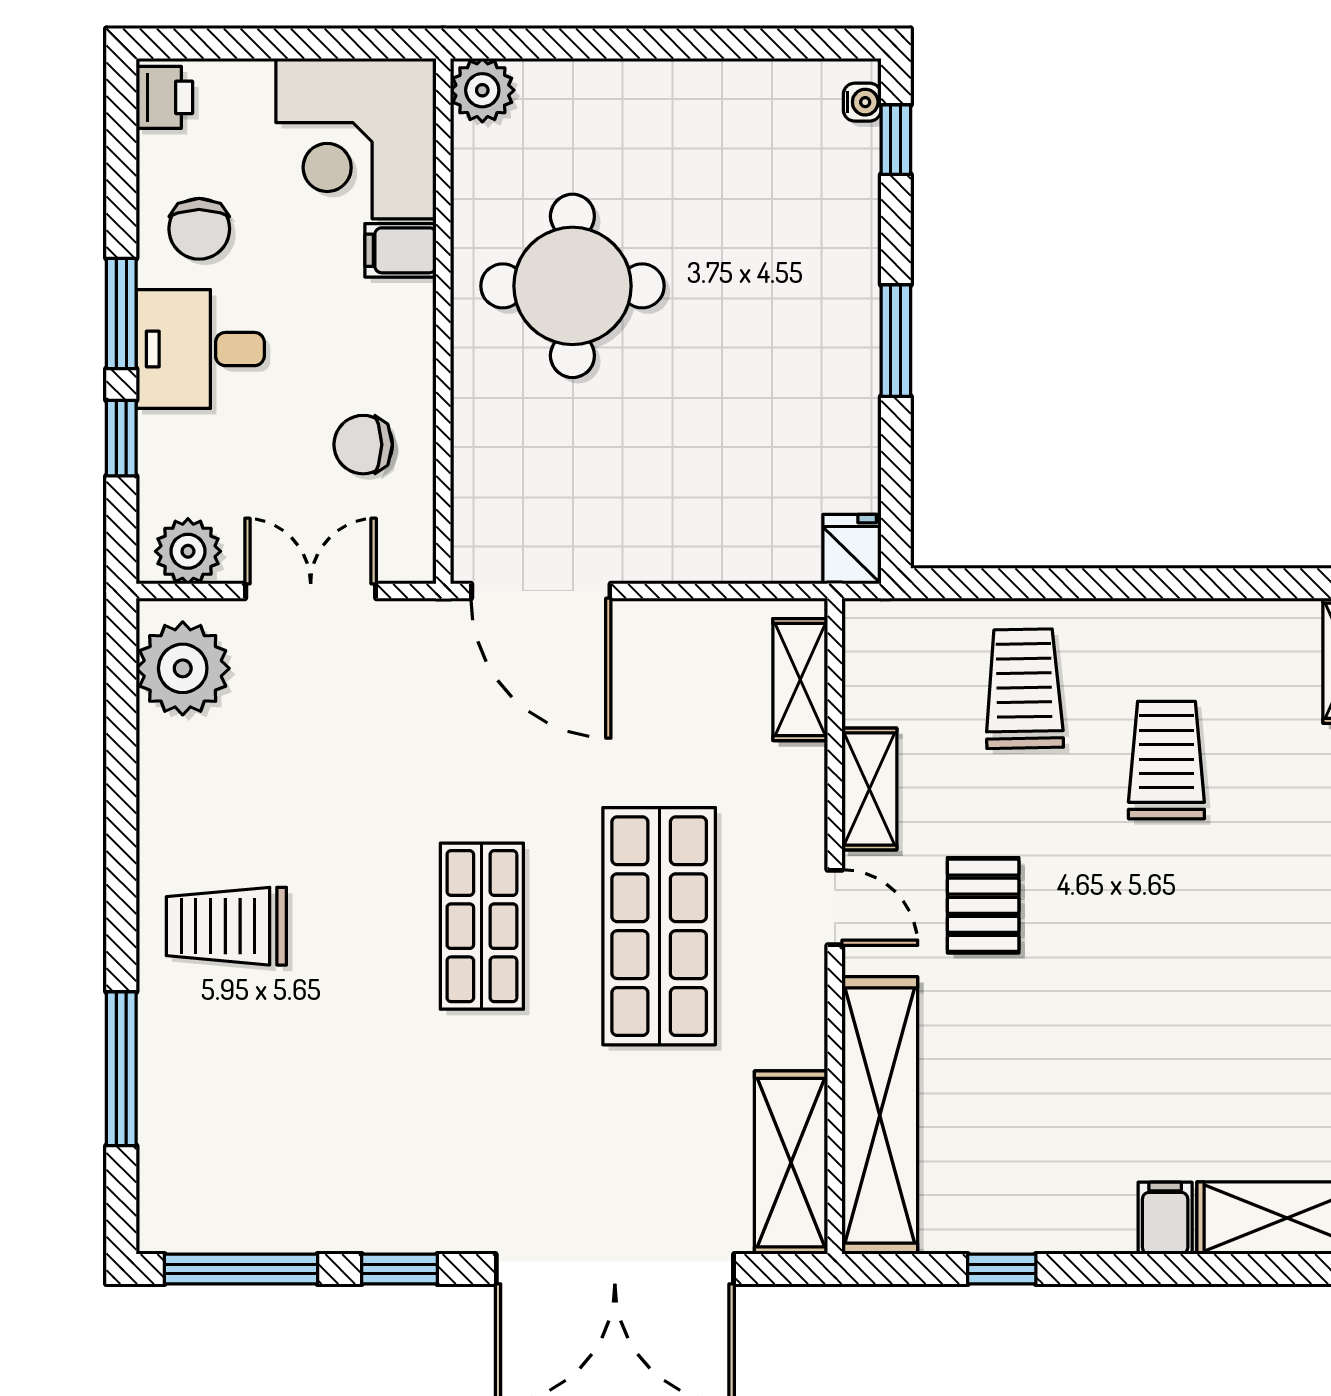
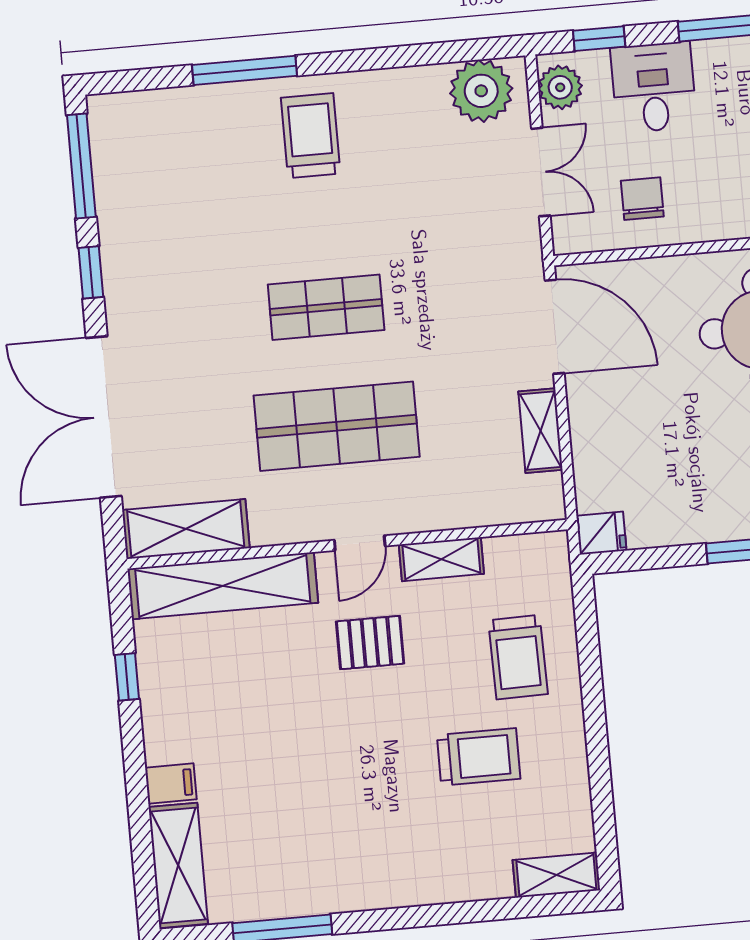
desk: (200, 349) -> (654, 87), moved
window: (121, 438) -> (599, 39), moved
door: (541, 591) -> (555, 327), swing flipped
shelving: (800, 680) -> (540, 431), moved, turned 90
trolley: (1024, 689) -> (518, 657), turned 90
window: (121, 1069) -> (244, 70), moved

